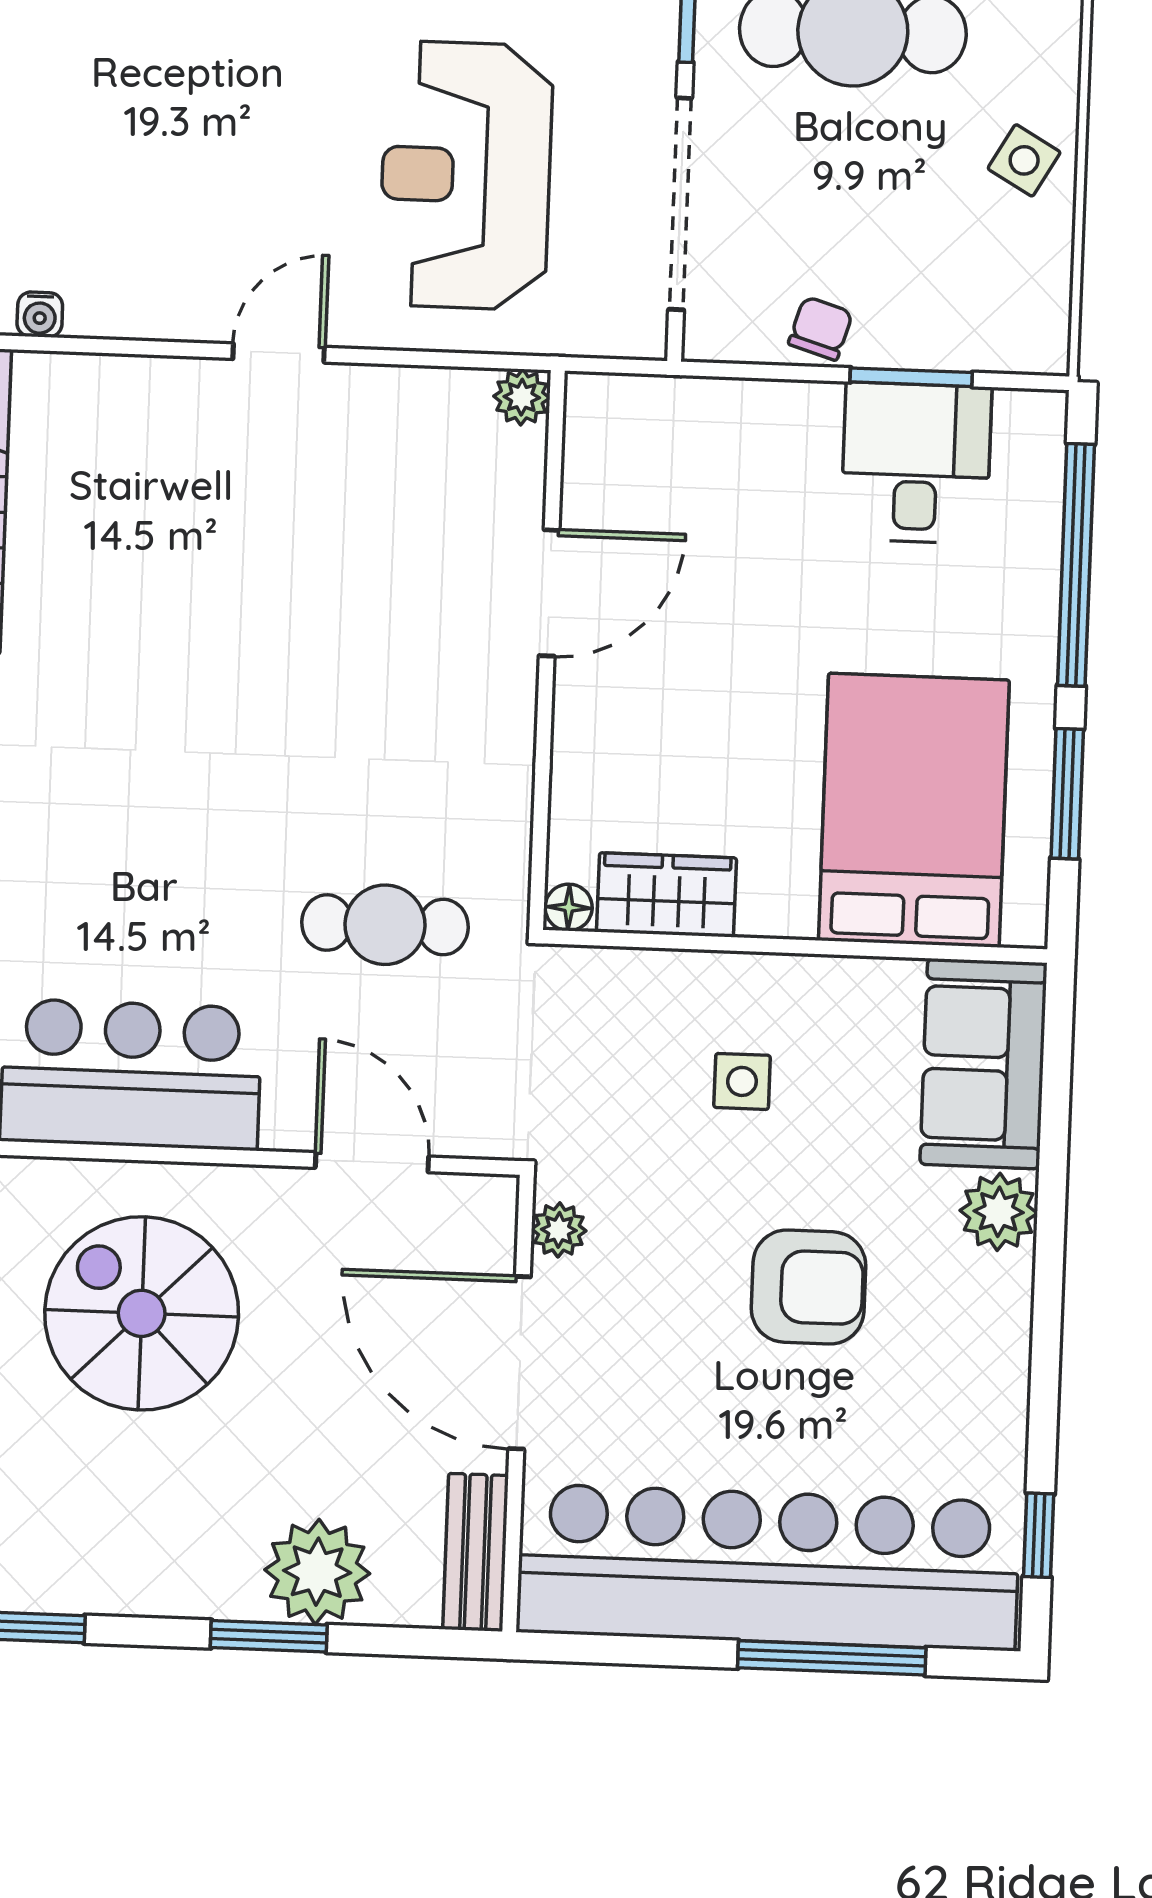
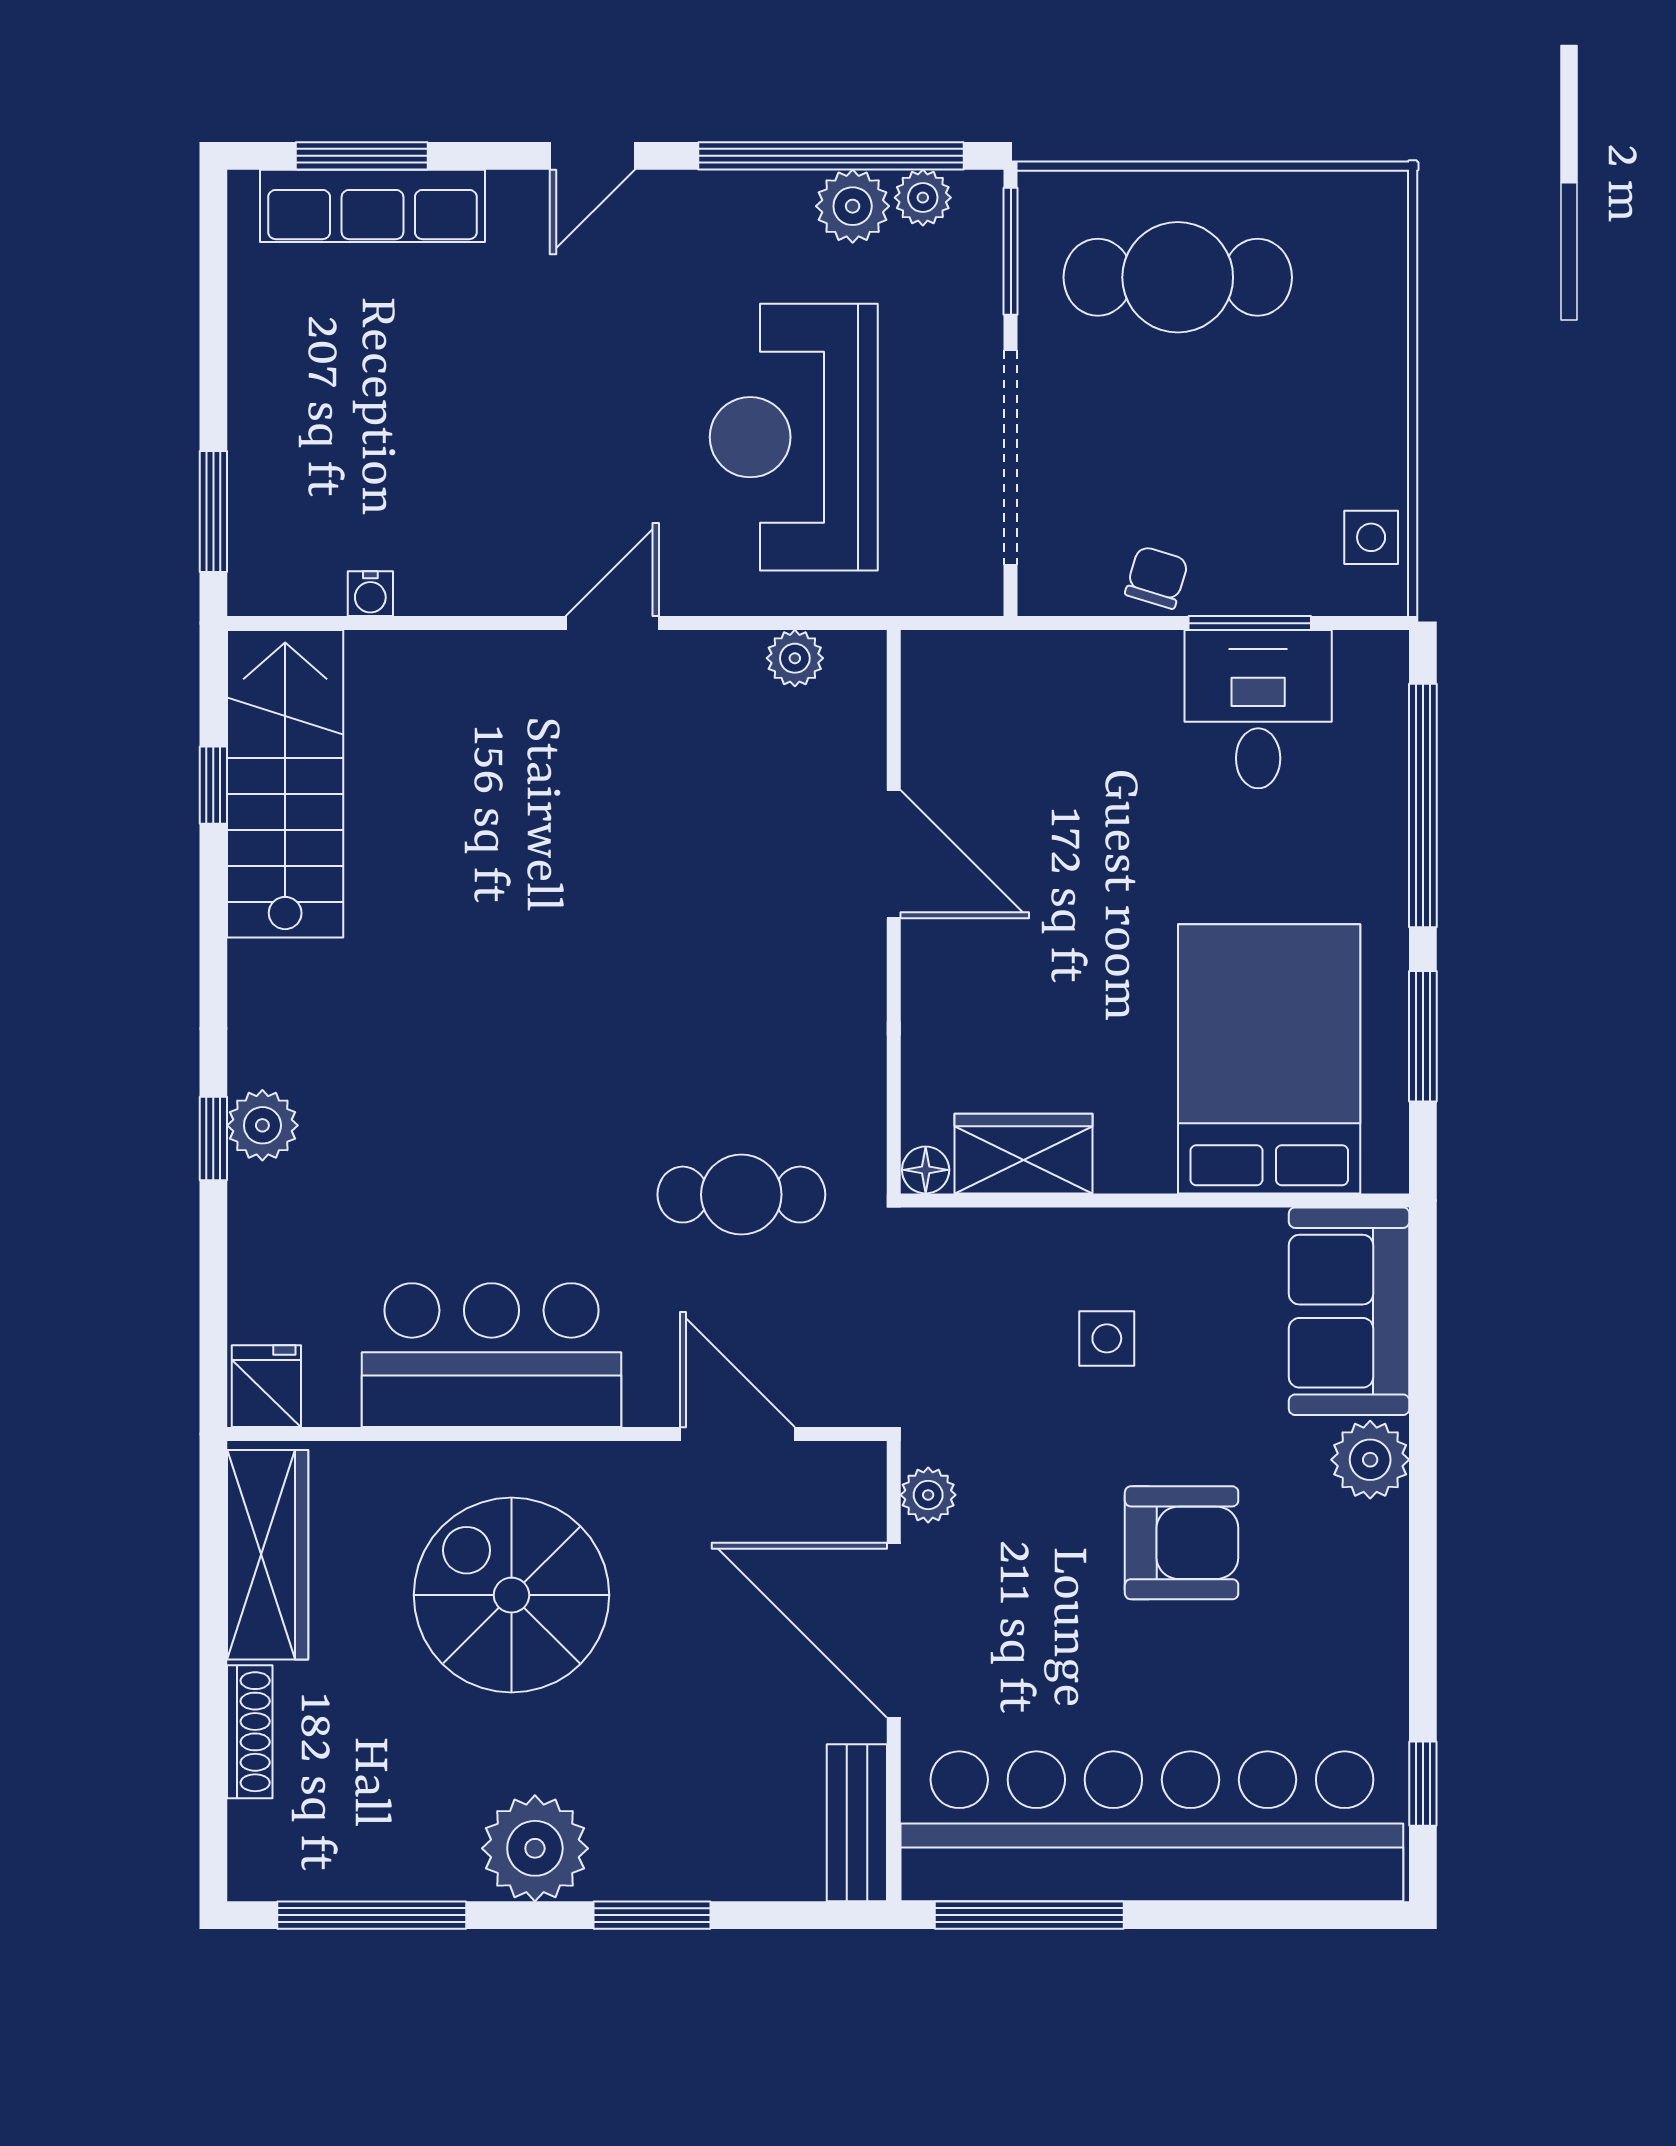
side table: (1024, 160) -> (1371, 537), moved, turned -30
plant: (522, 397) -> (795, 658), moved
door: (549, 593) -> (894, 854), hinge flipped
plant: (317, 1572) -> (535, 1848), moved
window: (832, 1658) -> (1029, 1915), moved

